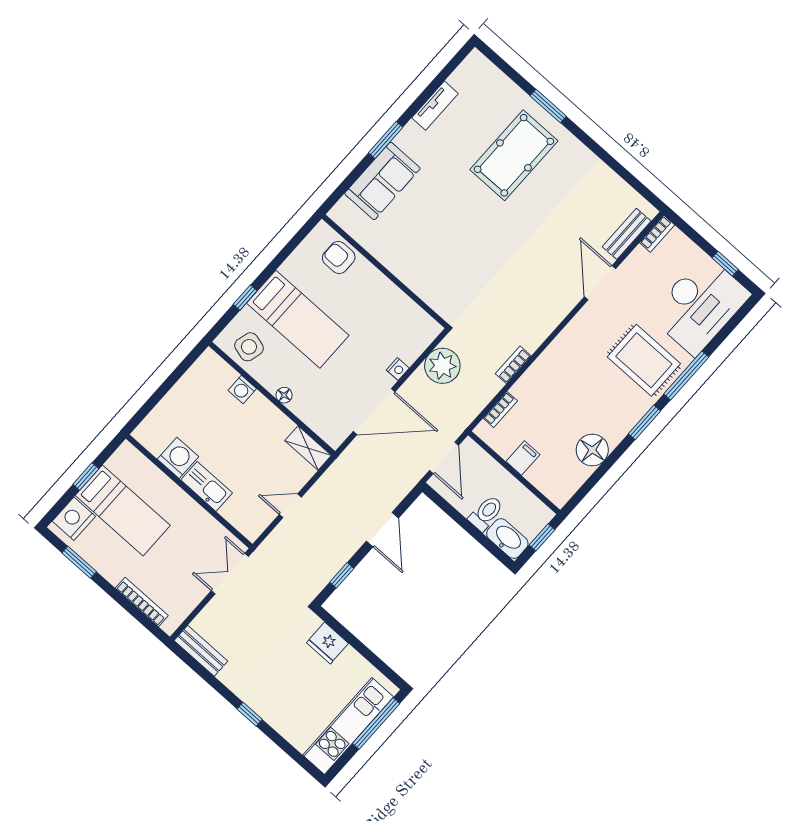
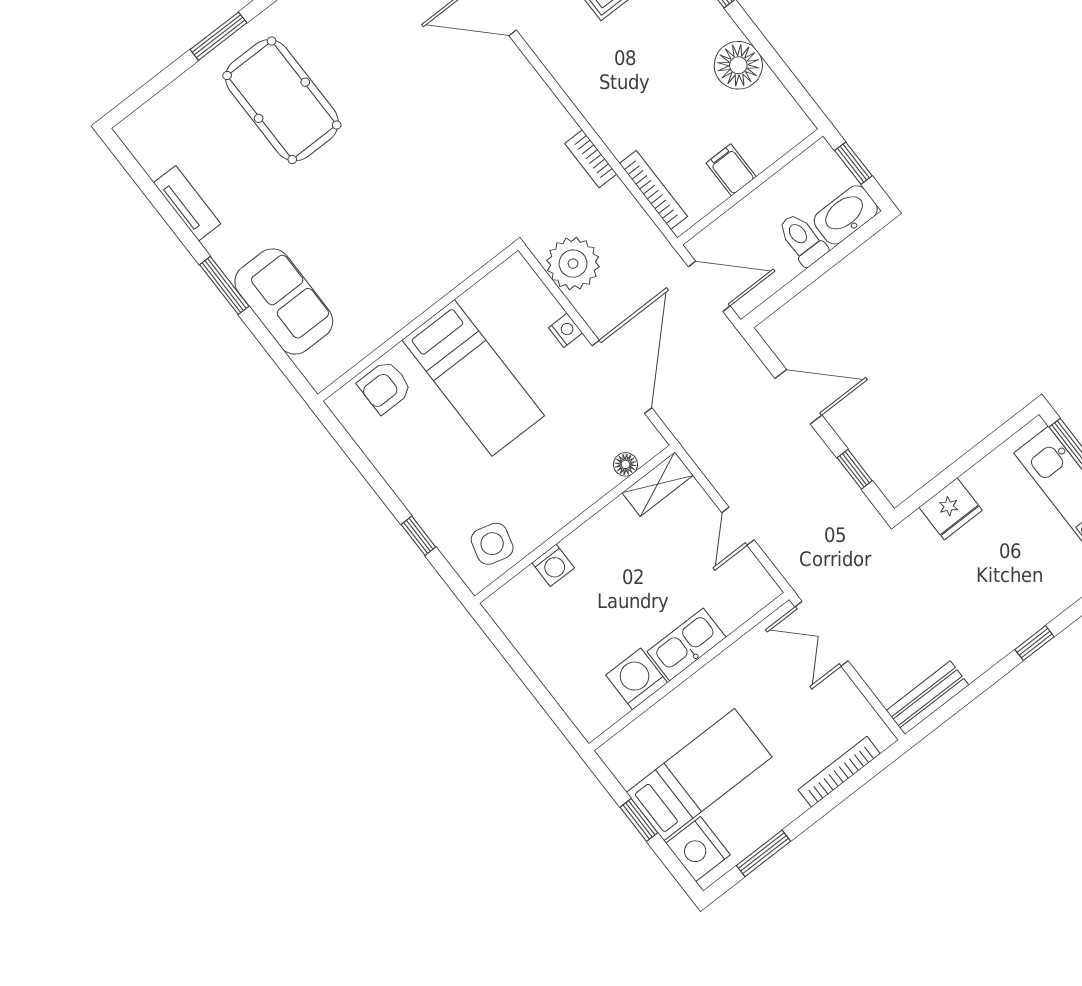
bed: (298, 319) -> (473, 378), moved, turned 90
floor lamp: (284, 395) -> (626, 464), moved
bookcase: (500, 410) -> (653, 190), width x1.56

